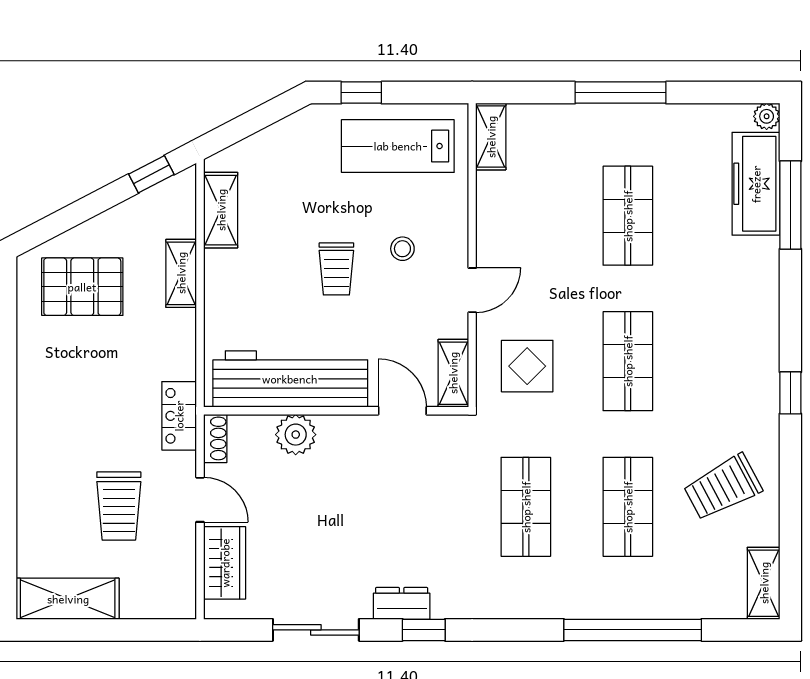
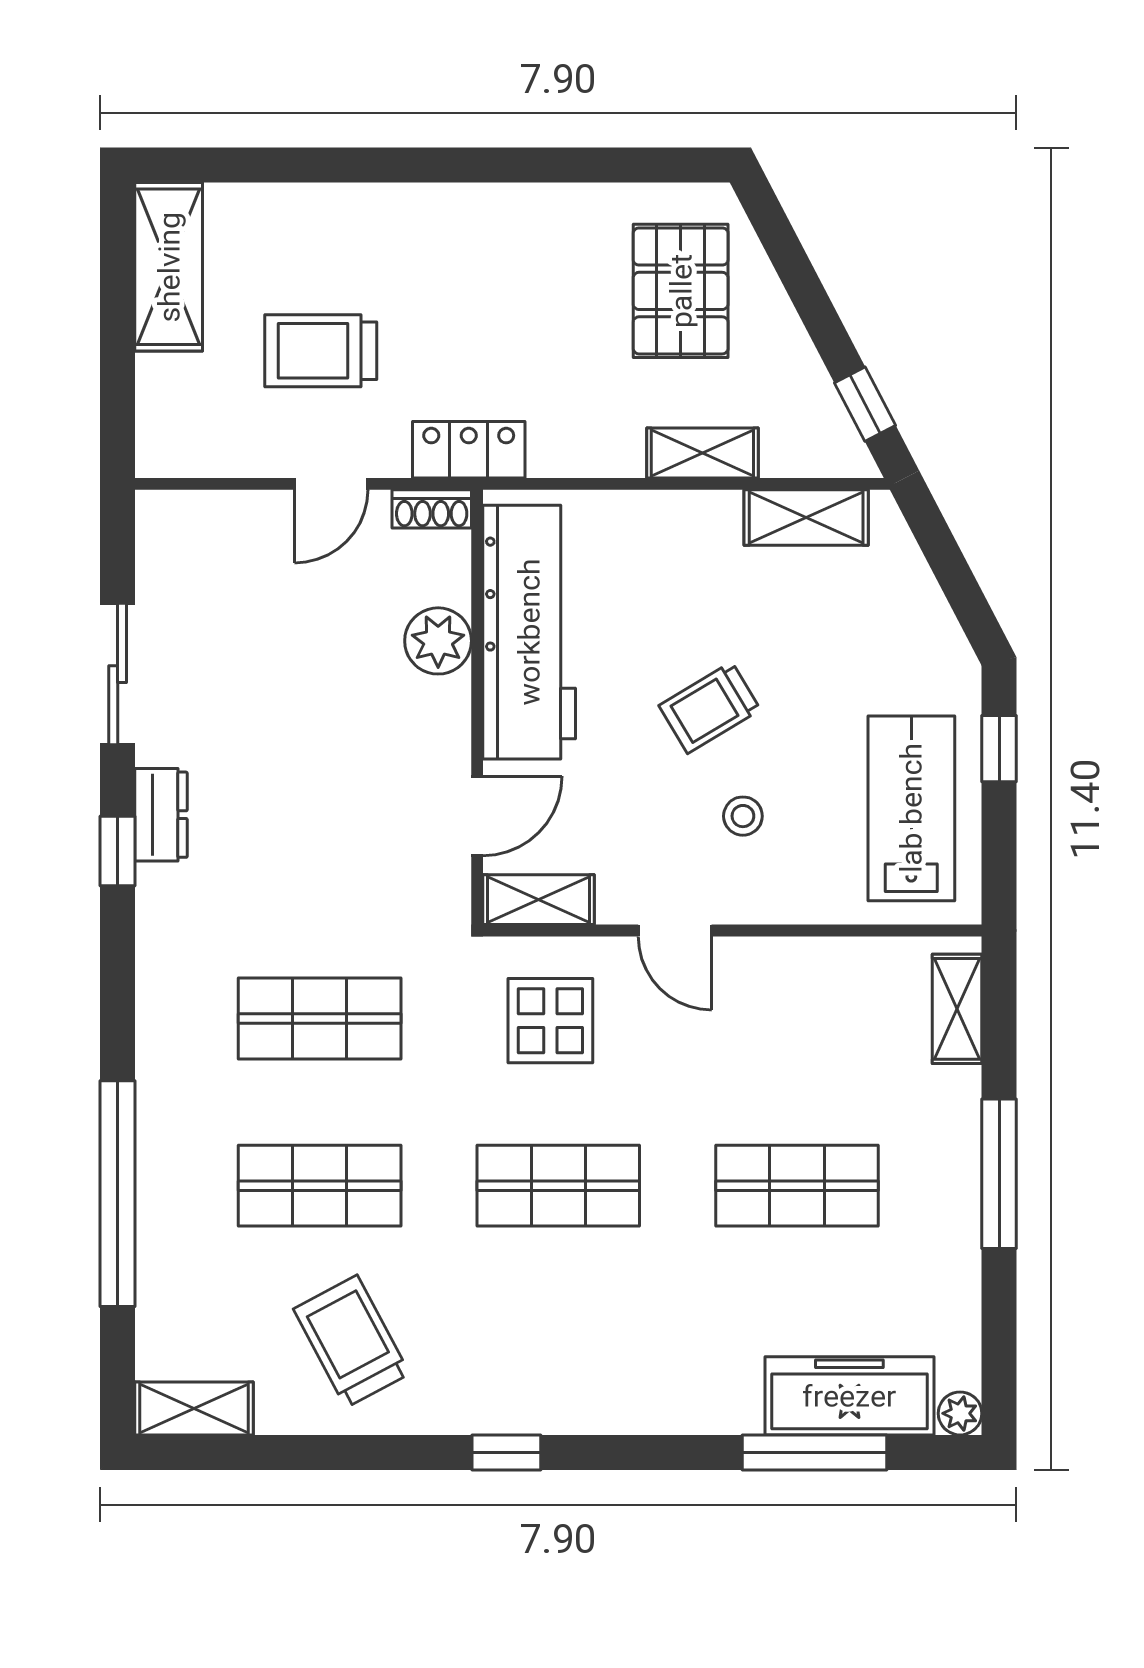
shelving: (491, 137) -> (957, 1009), moved, turned 90
trolley: (336, 269) -> (710, 708), turned -31
wardrobe: (225, 563) -> (228, 524), removed

